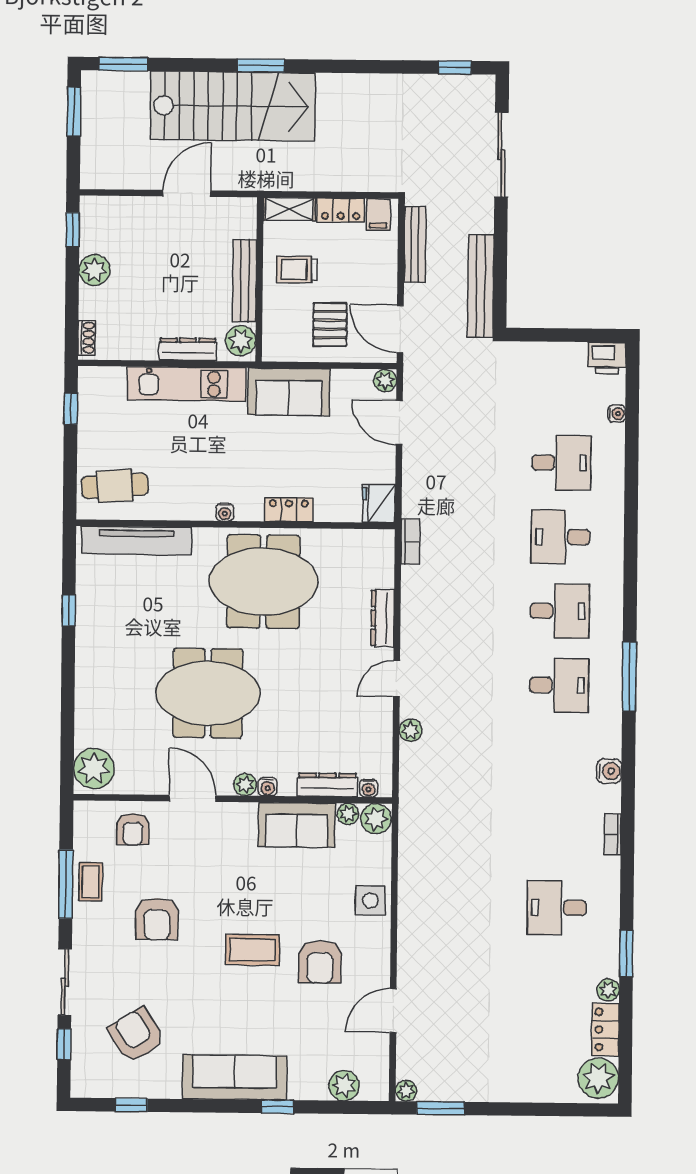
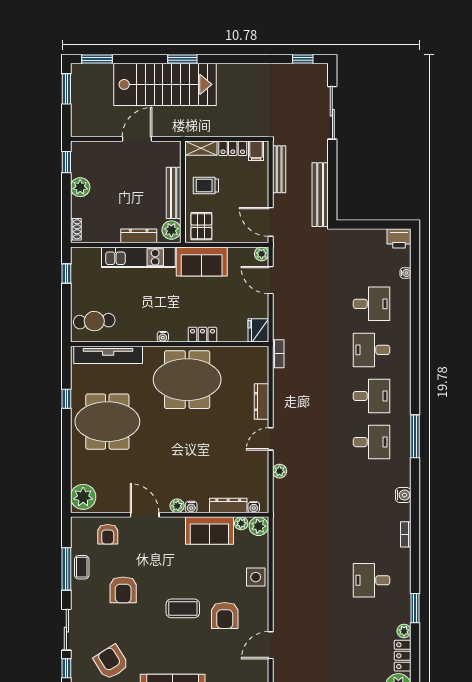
pallet: (330, 325) -> (201, 226), moved
meeting table: (208, 693) -> (107, 422), moved

